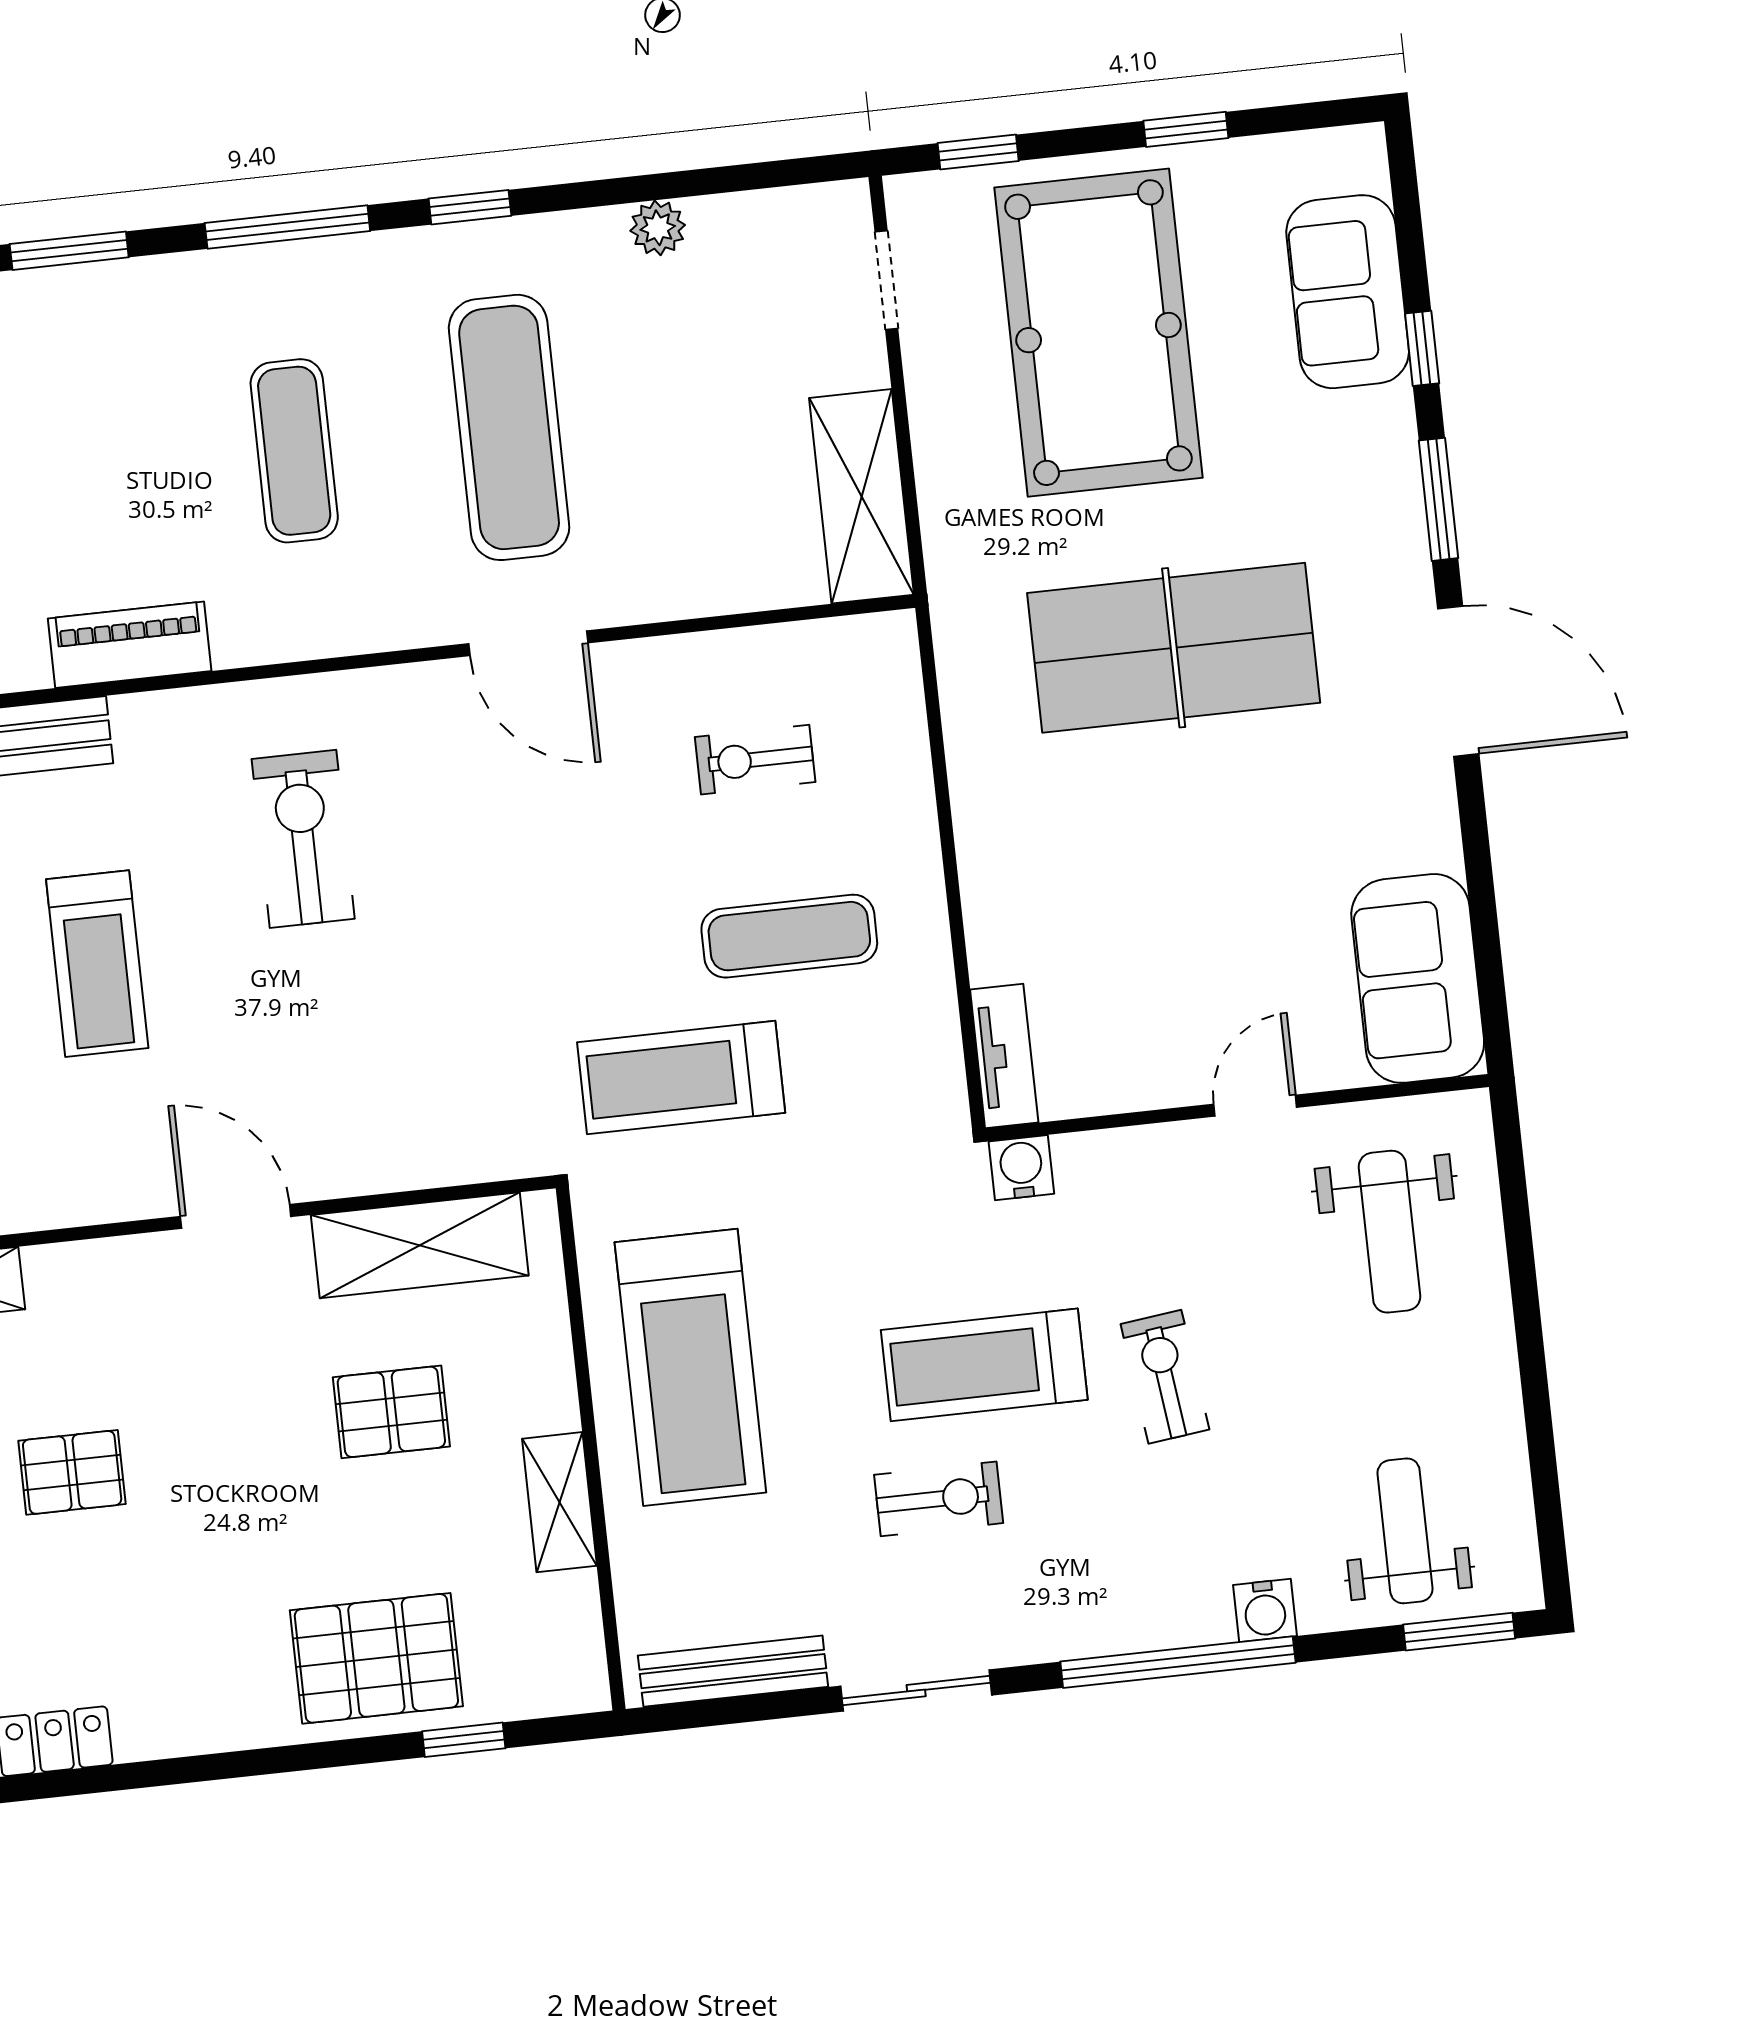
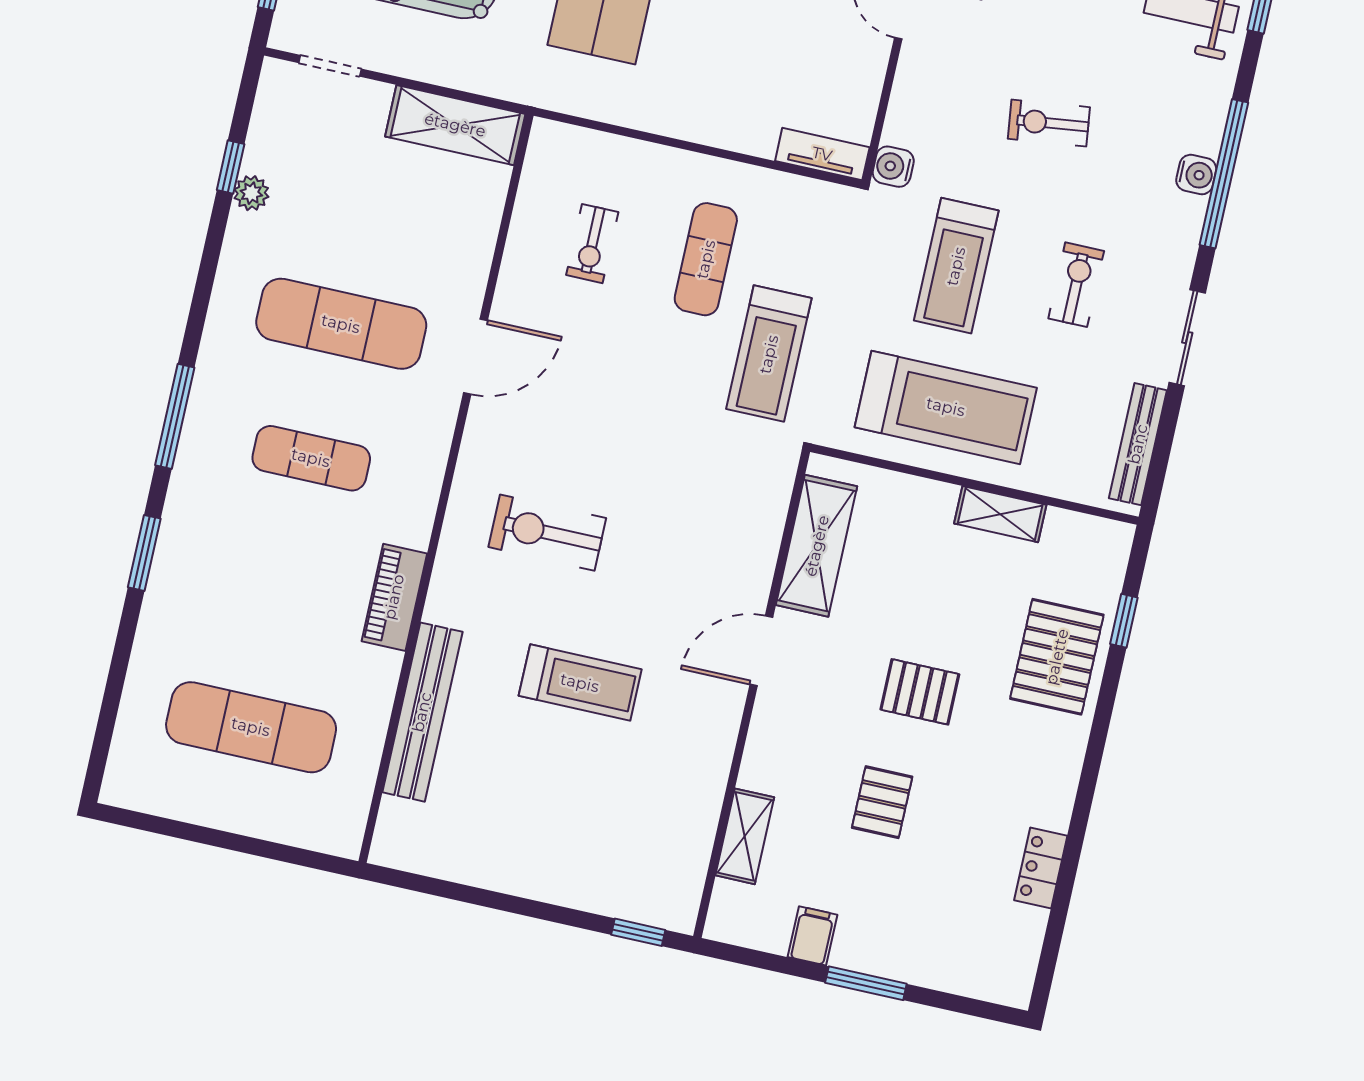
window: (470, 207) -> (231, 167), moved
treadmill: (984, 1365) -> (956, 266), moved
pallet: (391, 1412) -> (920, 692), moved, turned 90
water cooler: (1265, 1610) -> (1196, 175), moved

